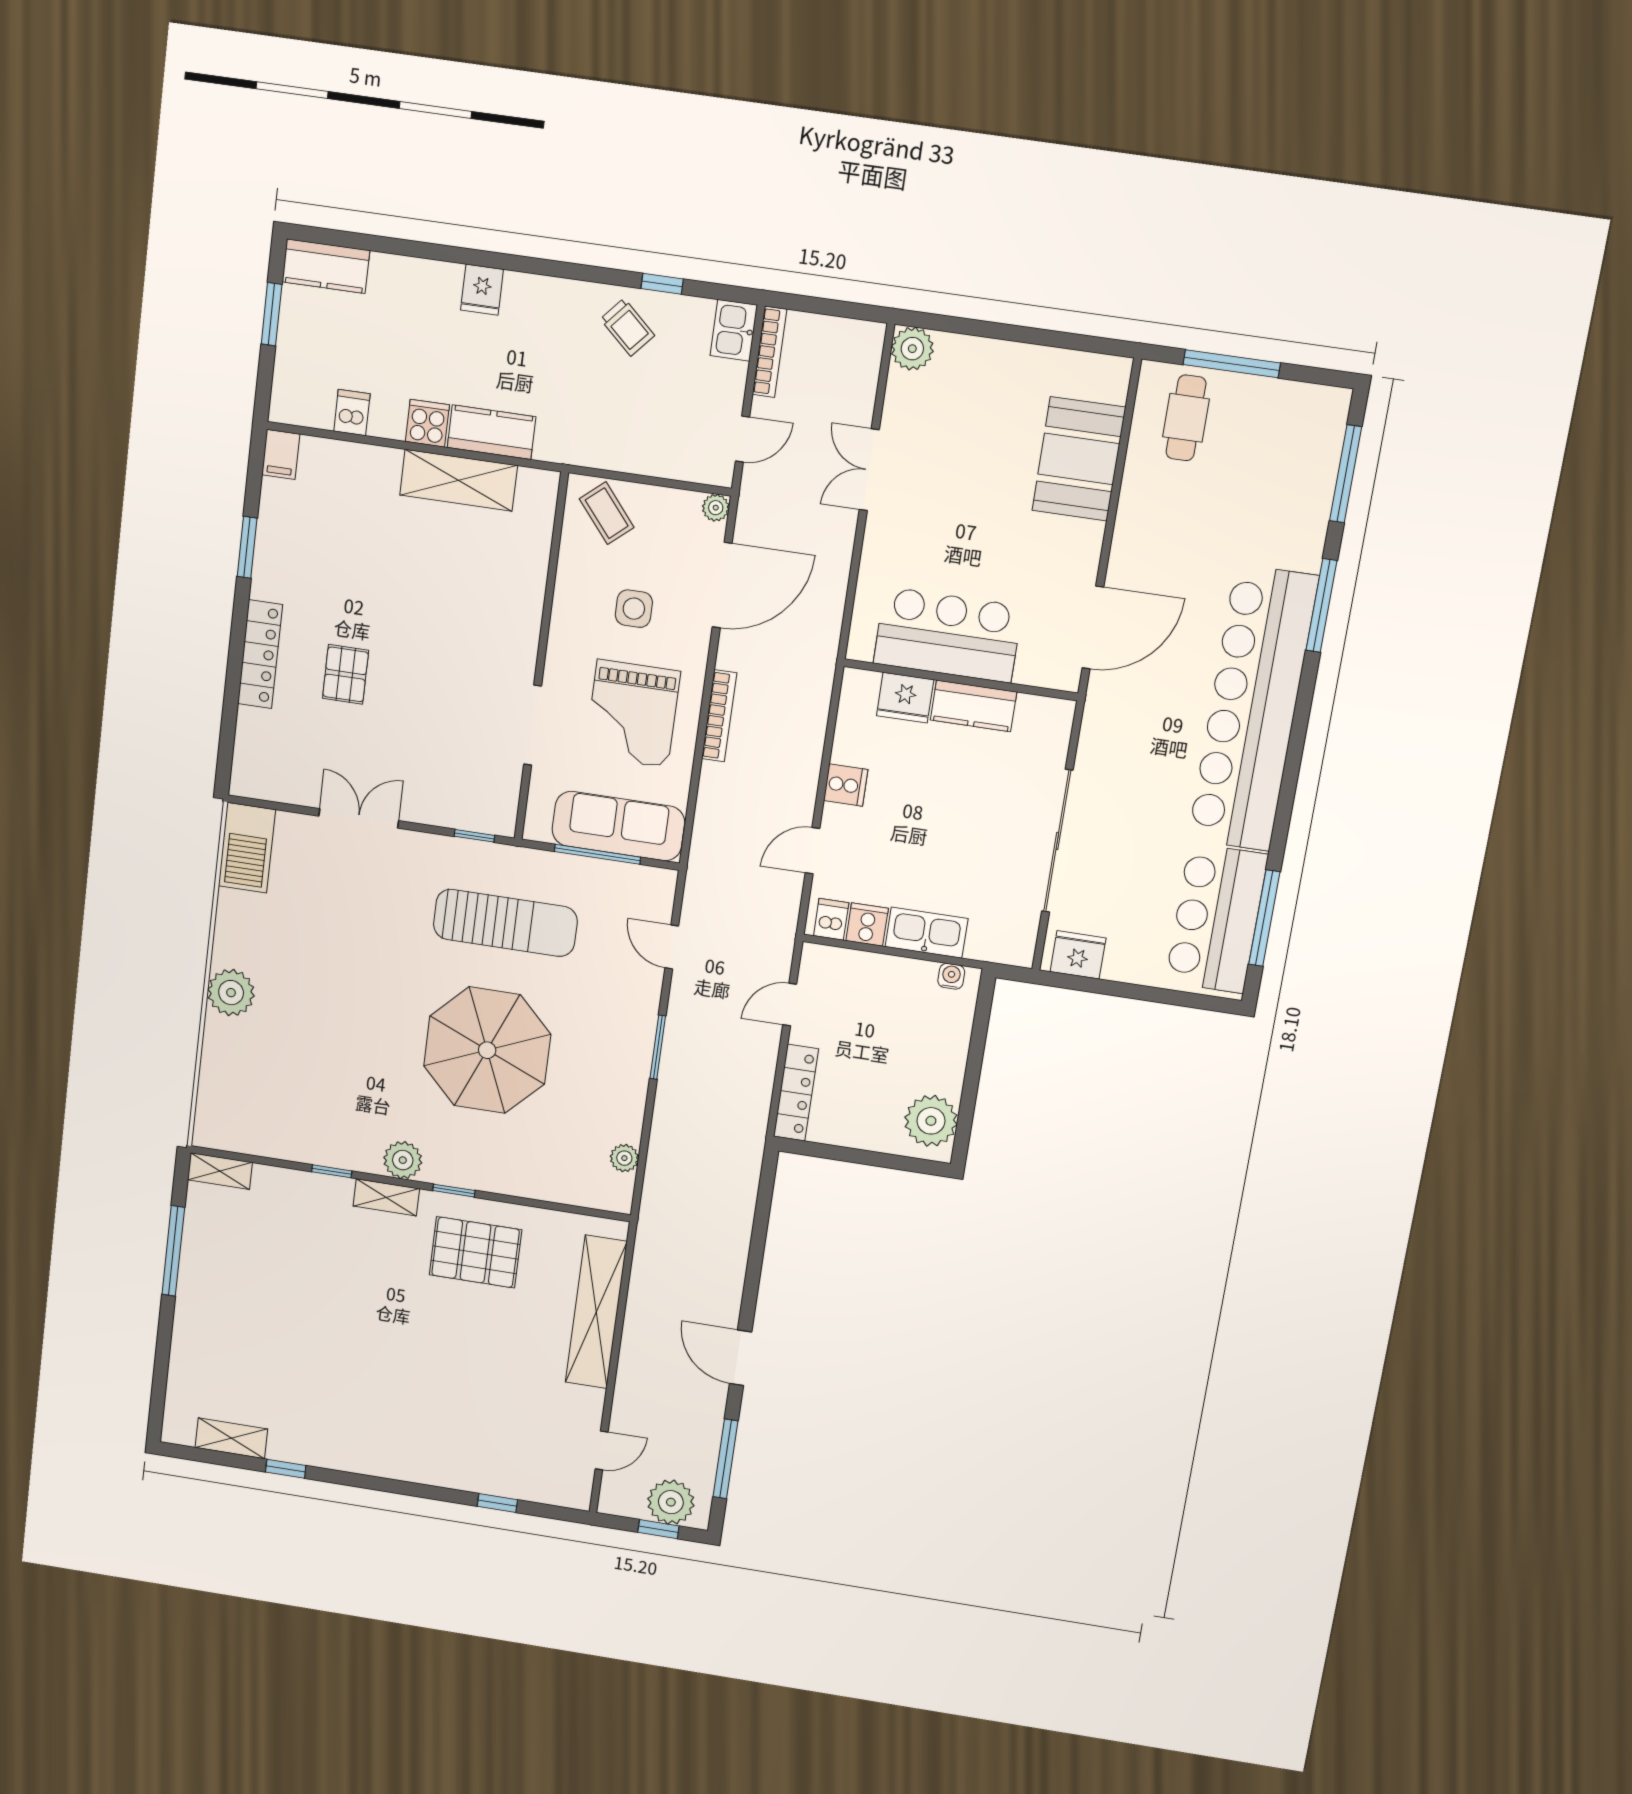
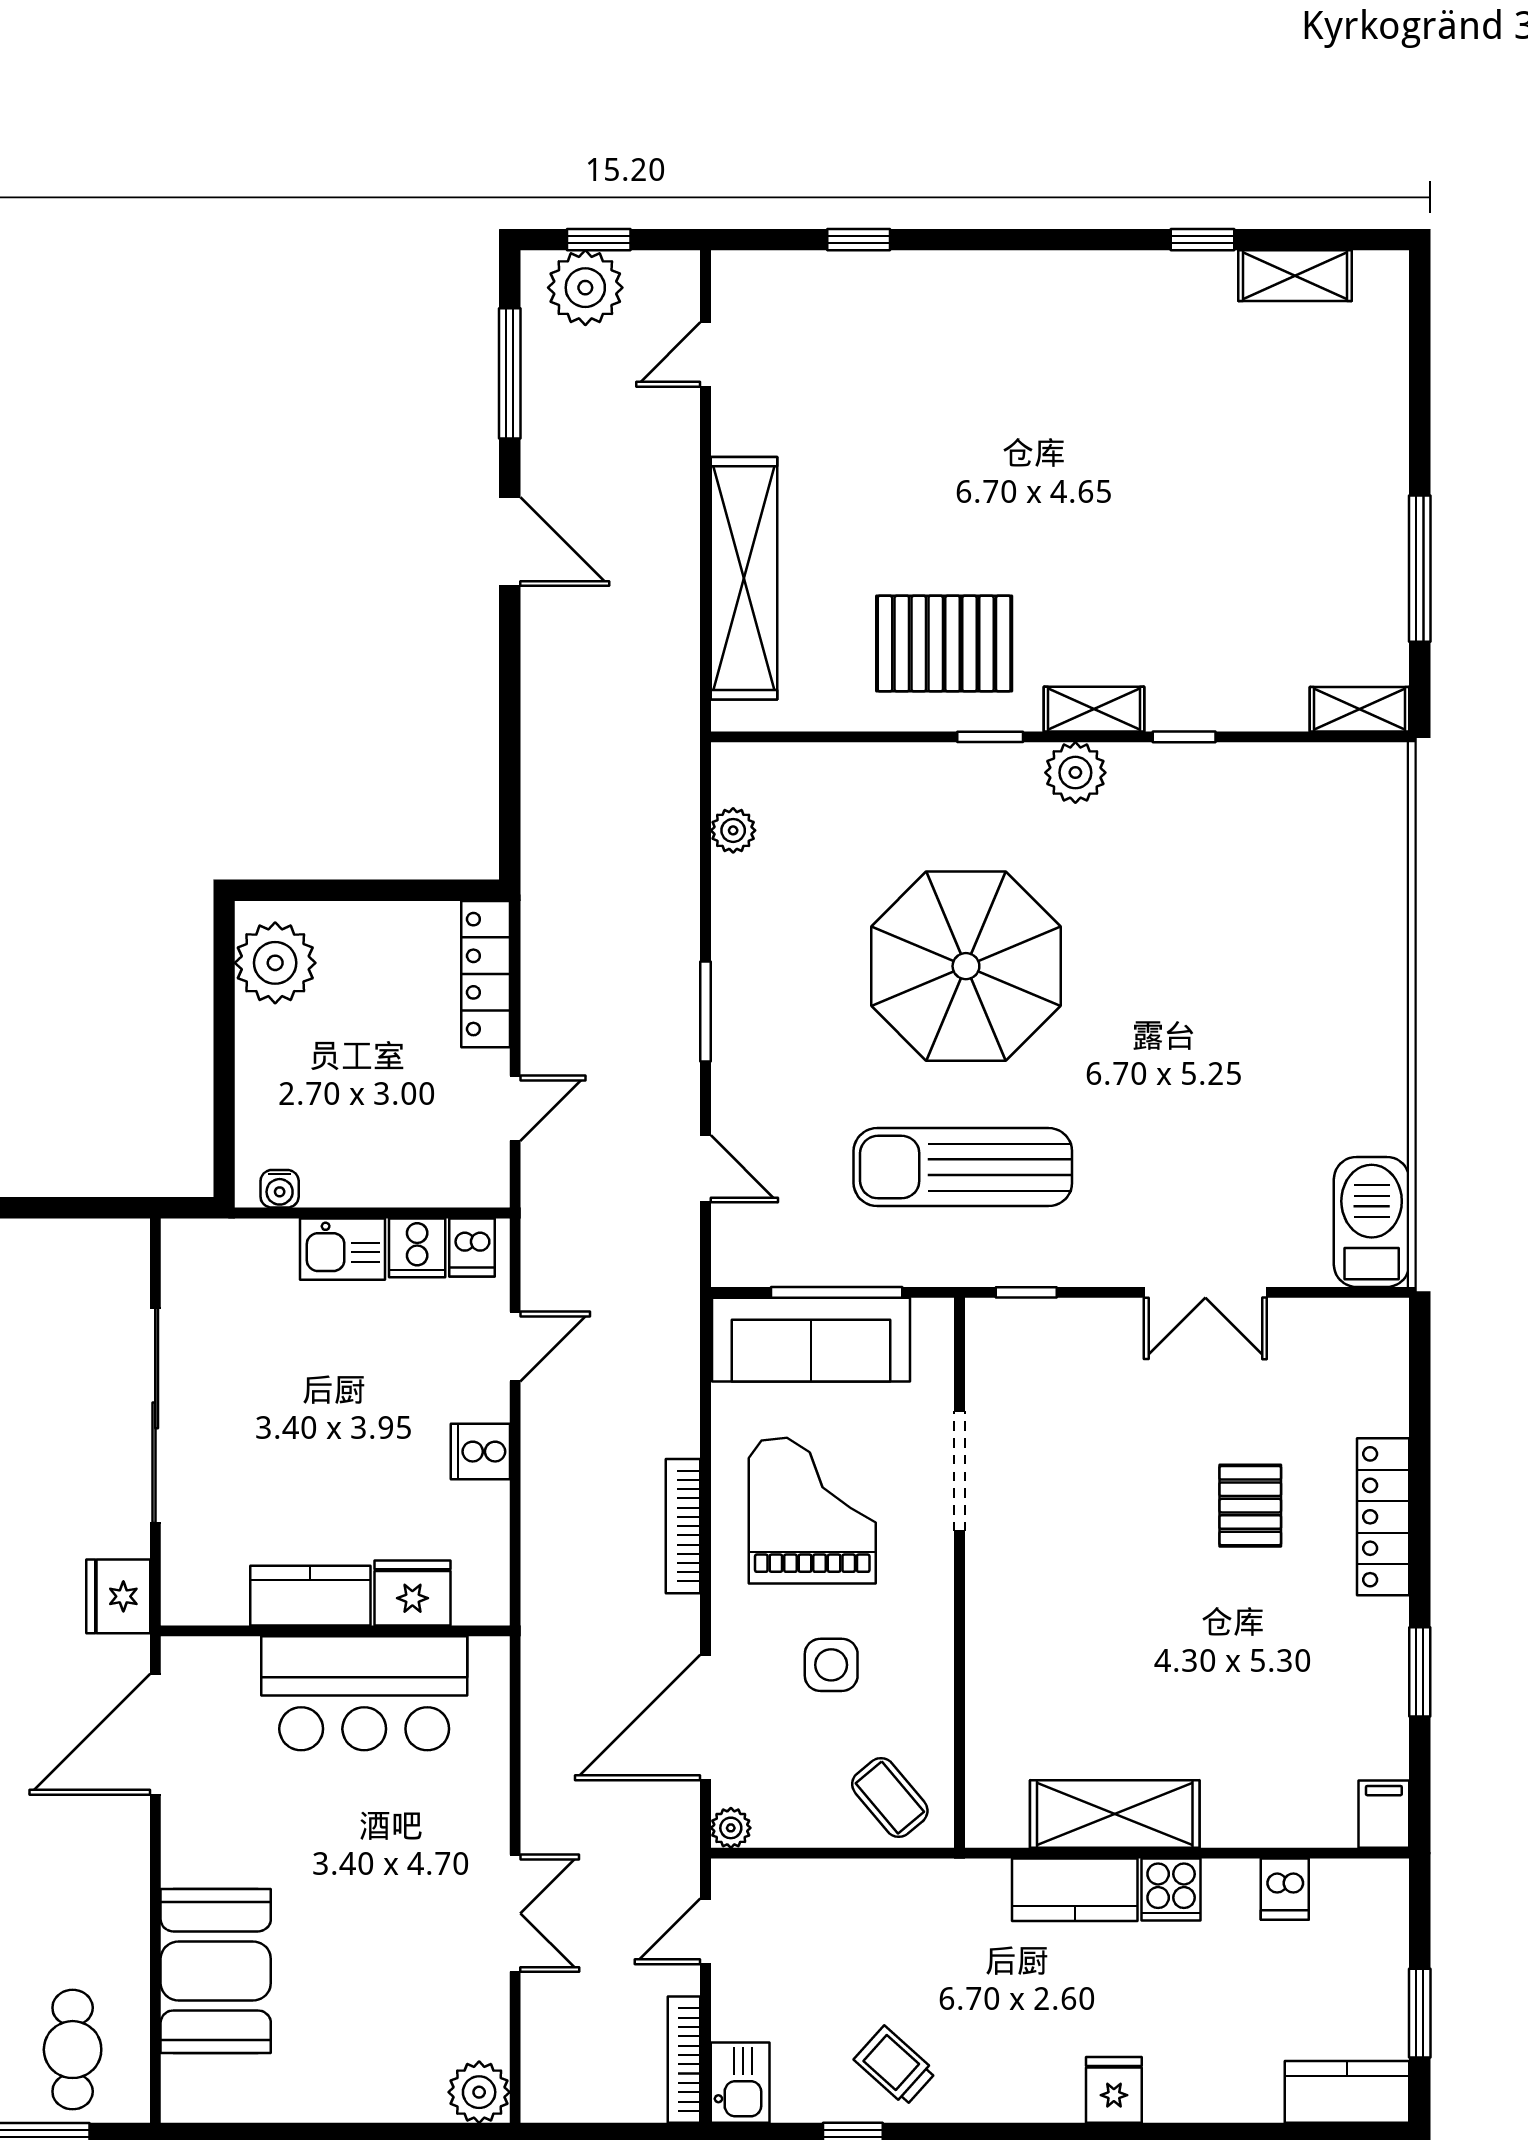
kitchen sink: (927, 933) -> (343, 1249), width x0.73
fridge: (1078, 955) -> (118, 1596), moved, turned 90
plant: (231, 993) -> (1372, 994), removed

